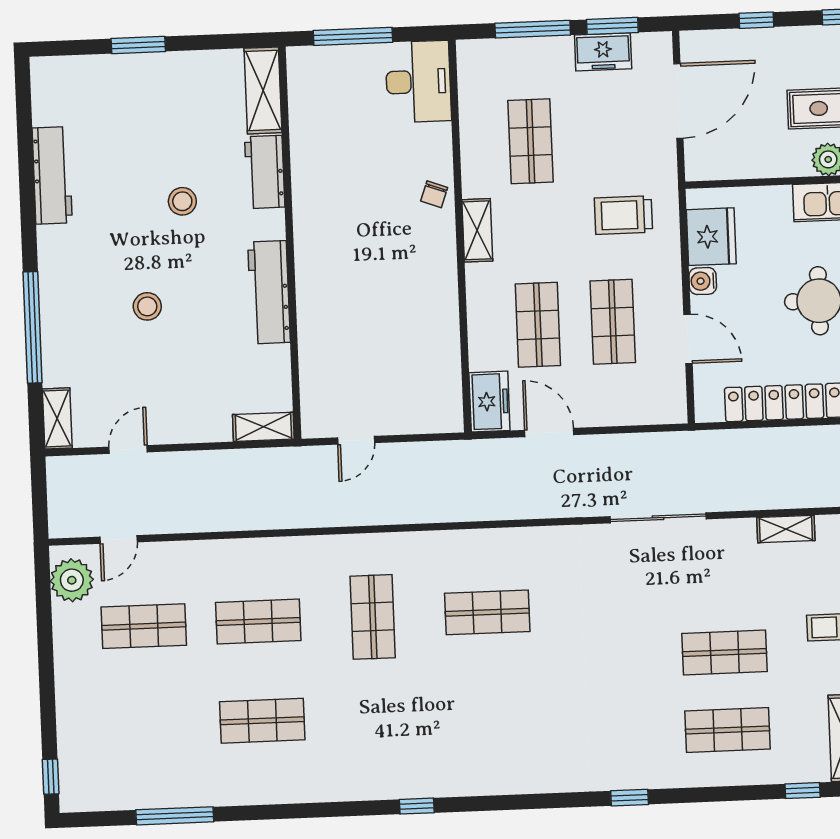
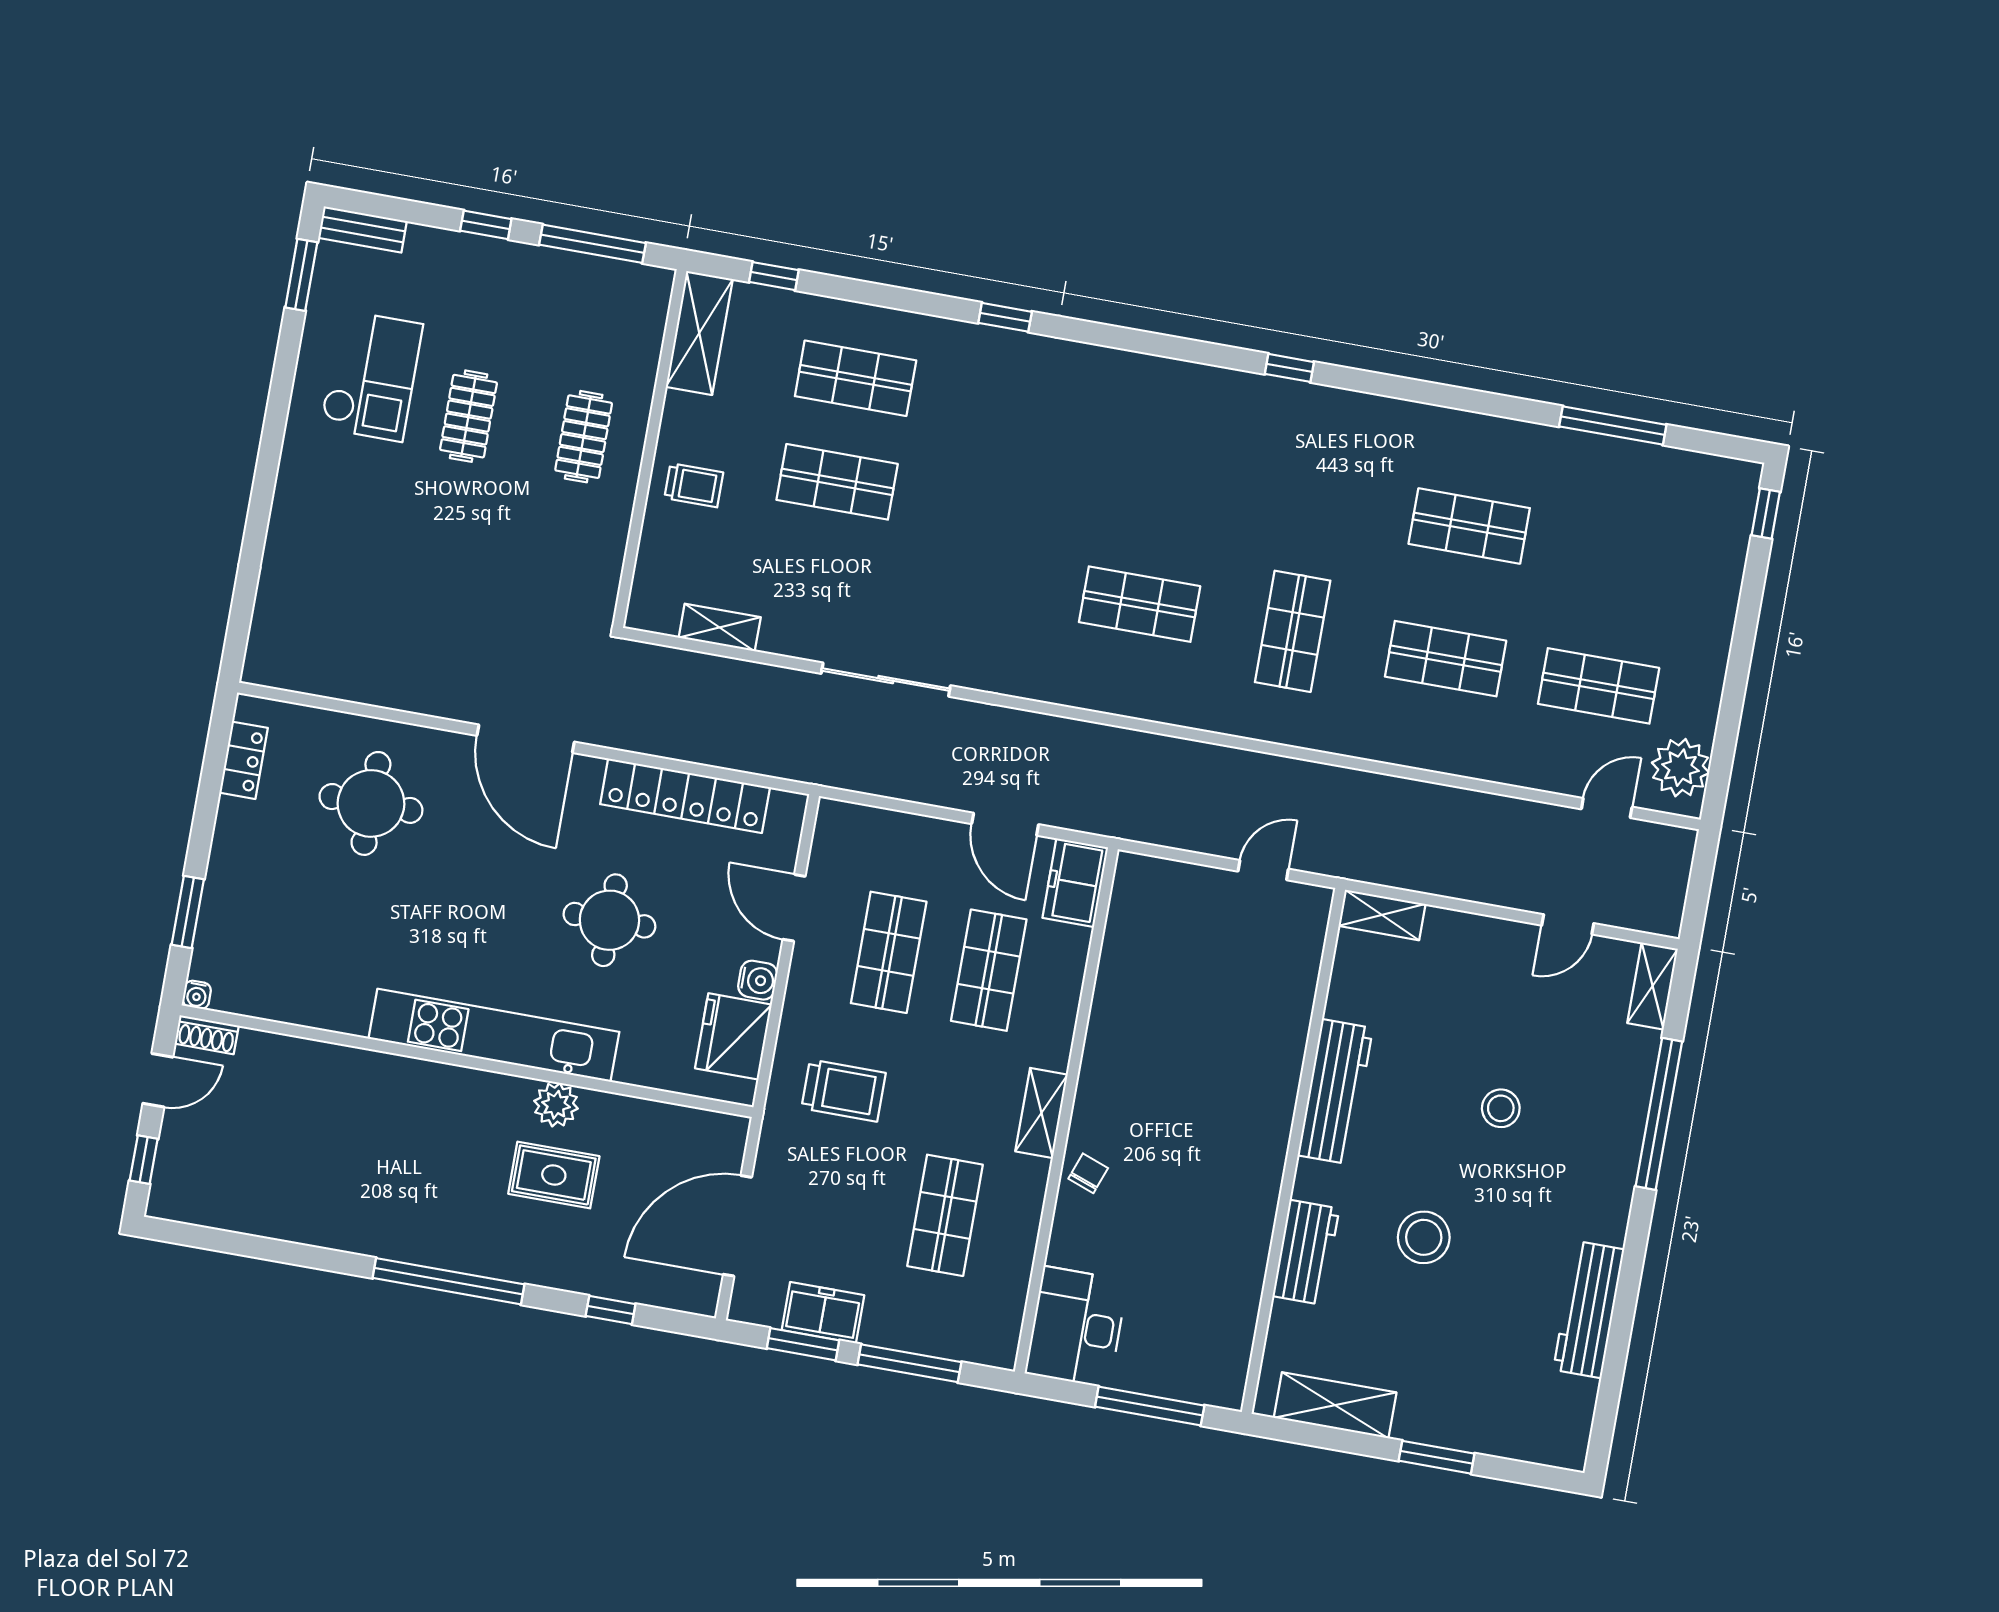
shelving: (263, 90) -> (1335, 1405), moved, turned 90
stool: (182, 201) -> (1424, 1237), width x1.38, depth x1.38

